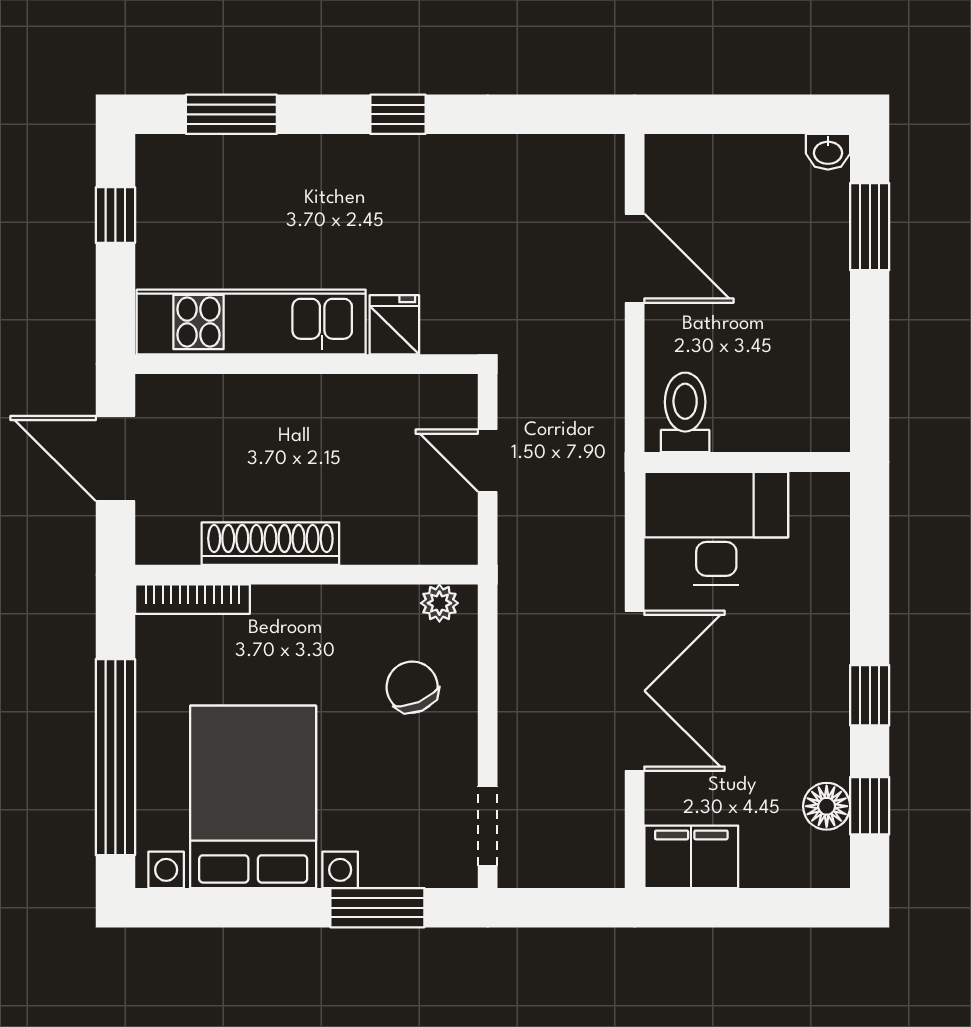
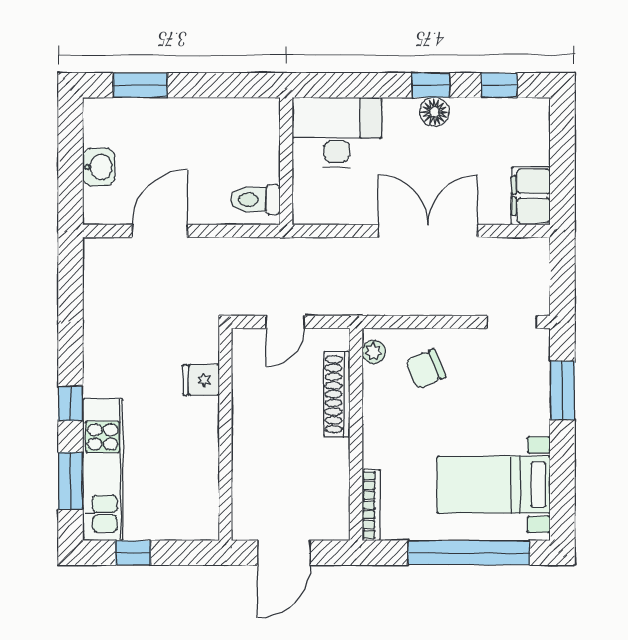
window: (398, 114) -> (71, 403), moved
washbasin: (828, 152) -> (99, 167), moved, width x1.38, depth x1.45
kitchen unit: (251, 322) -> (103, 470), moved, turned 180
desk: (716, 528) -> (337, 132), moved, turned 90
shoe rack: (270, 544) -> (337, 394), moved
bed with nightstands: (253, 797) -> (494, 485), width x0.73
floor lamp: (827, 806) -> (434, 112), moved

